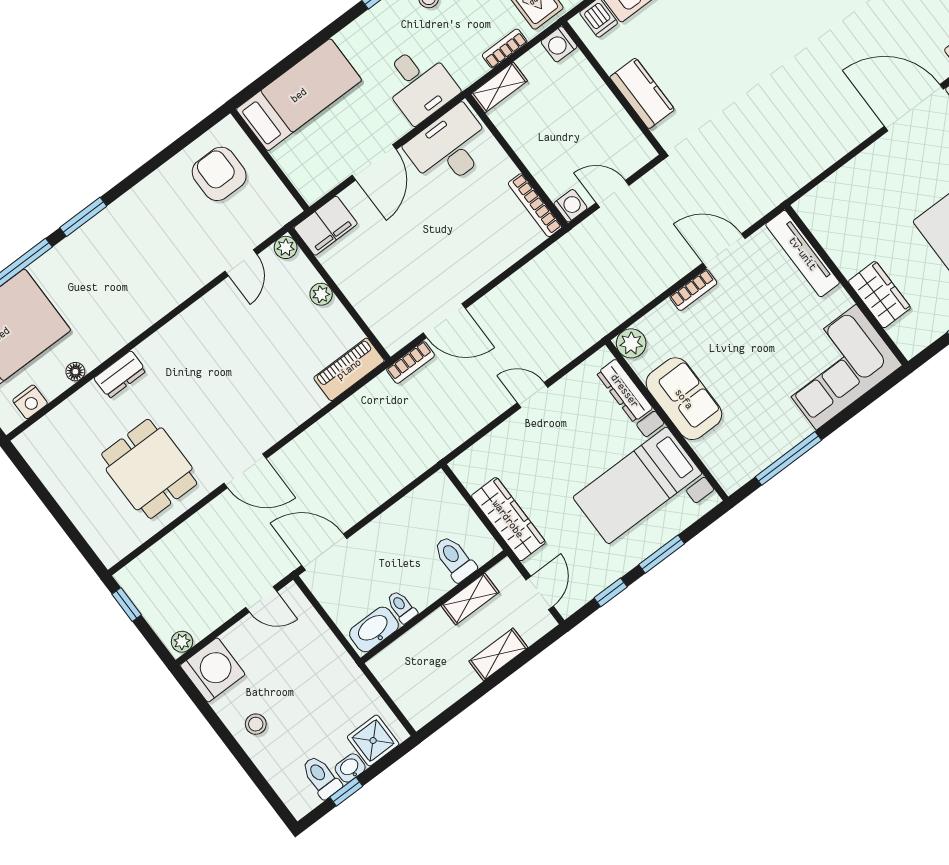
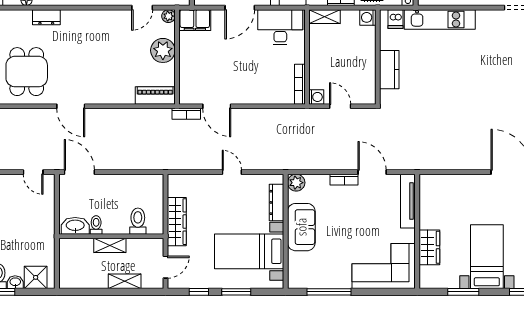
plant: (321, 294) -> (163, 50), width x1.87, depth x1.87
shelving: (470, 599) -> (110, 245), moved

